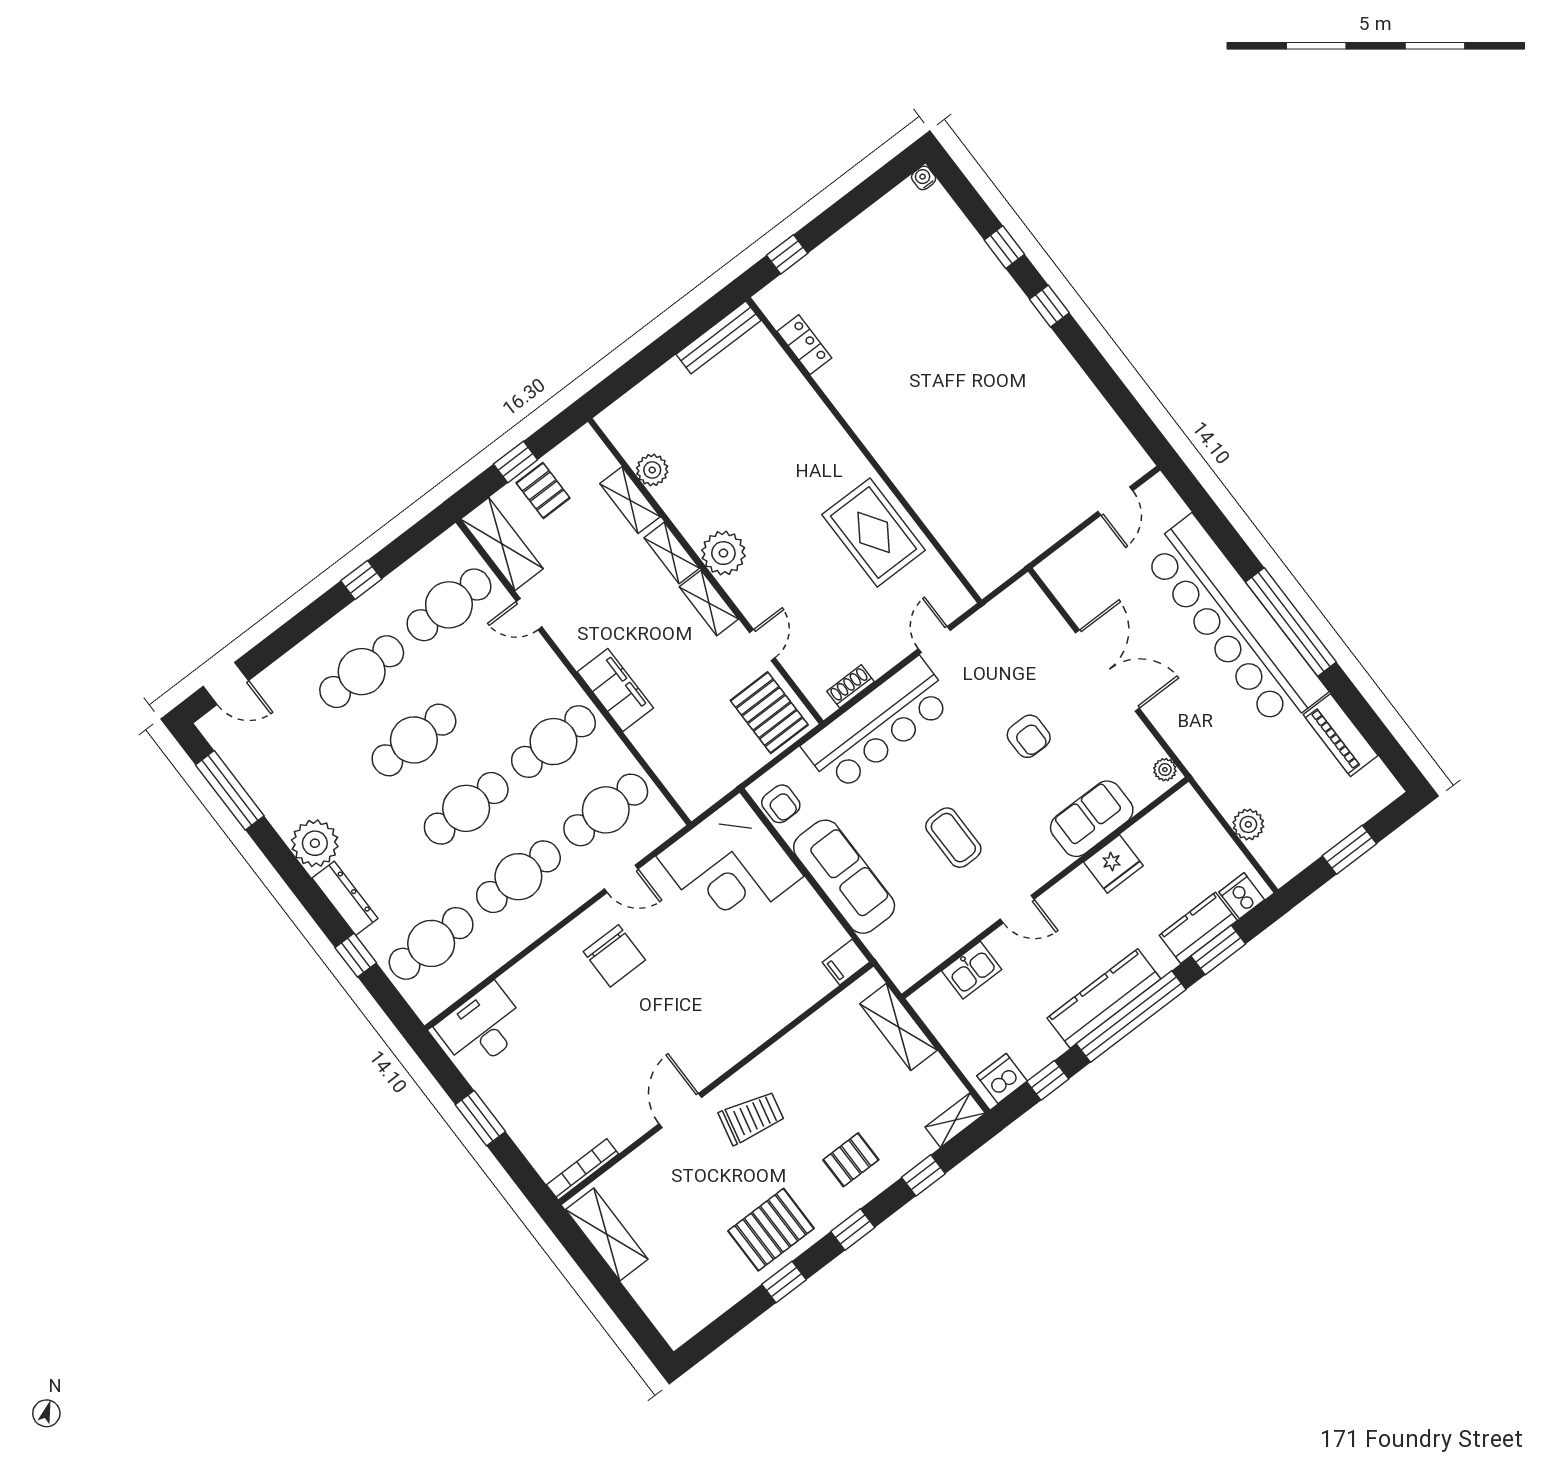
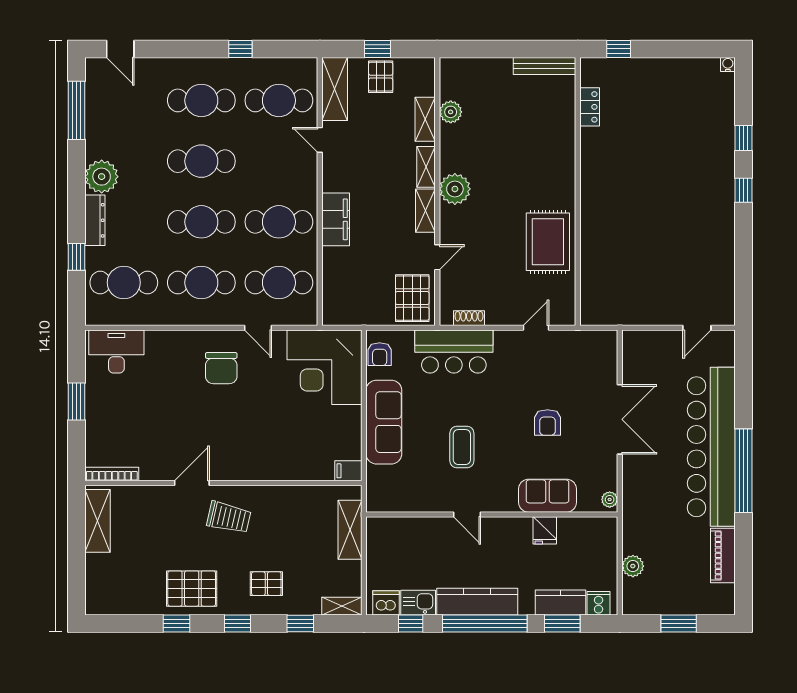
bar counter: (878, 725) -> (454, 352), width x0.73
fridge: (1113, 864) -> (545, 530), width x0.72
kitchen sink: (972, 970) -> (418, 603), moved, turned 180

